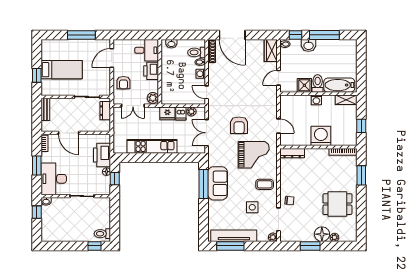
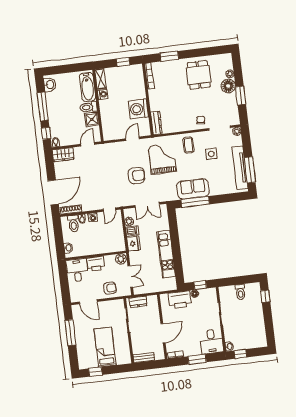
washbasin: (309, 45) -> (50, 85), moved
window: (37, 75) -> (96, 372), moved
door: (279, 78) -> (88, 144), swing flipped
washing machine: (316, 100) -> (103, 94), moved
washing machine: (321, 136) -> (138, 109), moved
desk: (54, 179) -> (211, 342), width x0.73
toilet: (102, 234) -> (240, 292), moved

